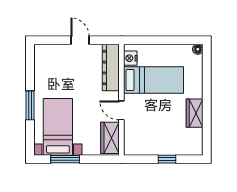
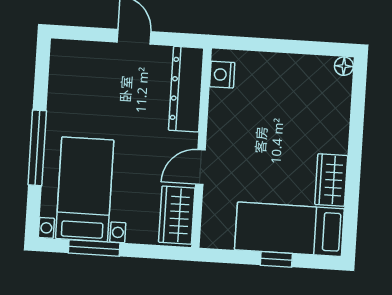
bed: (154, 80) -> (289, 229), moved, turned 180
window: (30, 105) -> (37, 148), width x1.44
door: (121, 110) -> (200, 167), hinge flipped

